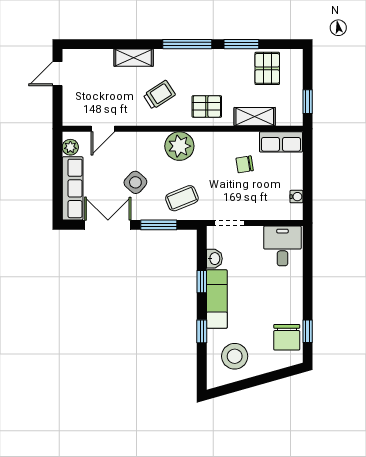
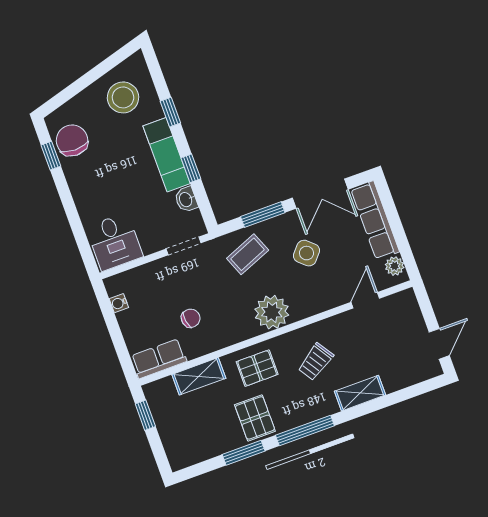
pallet: (267, 68) -> (255, 418), moved

